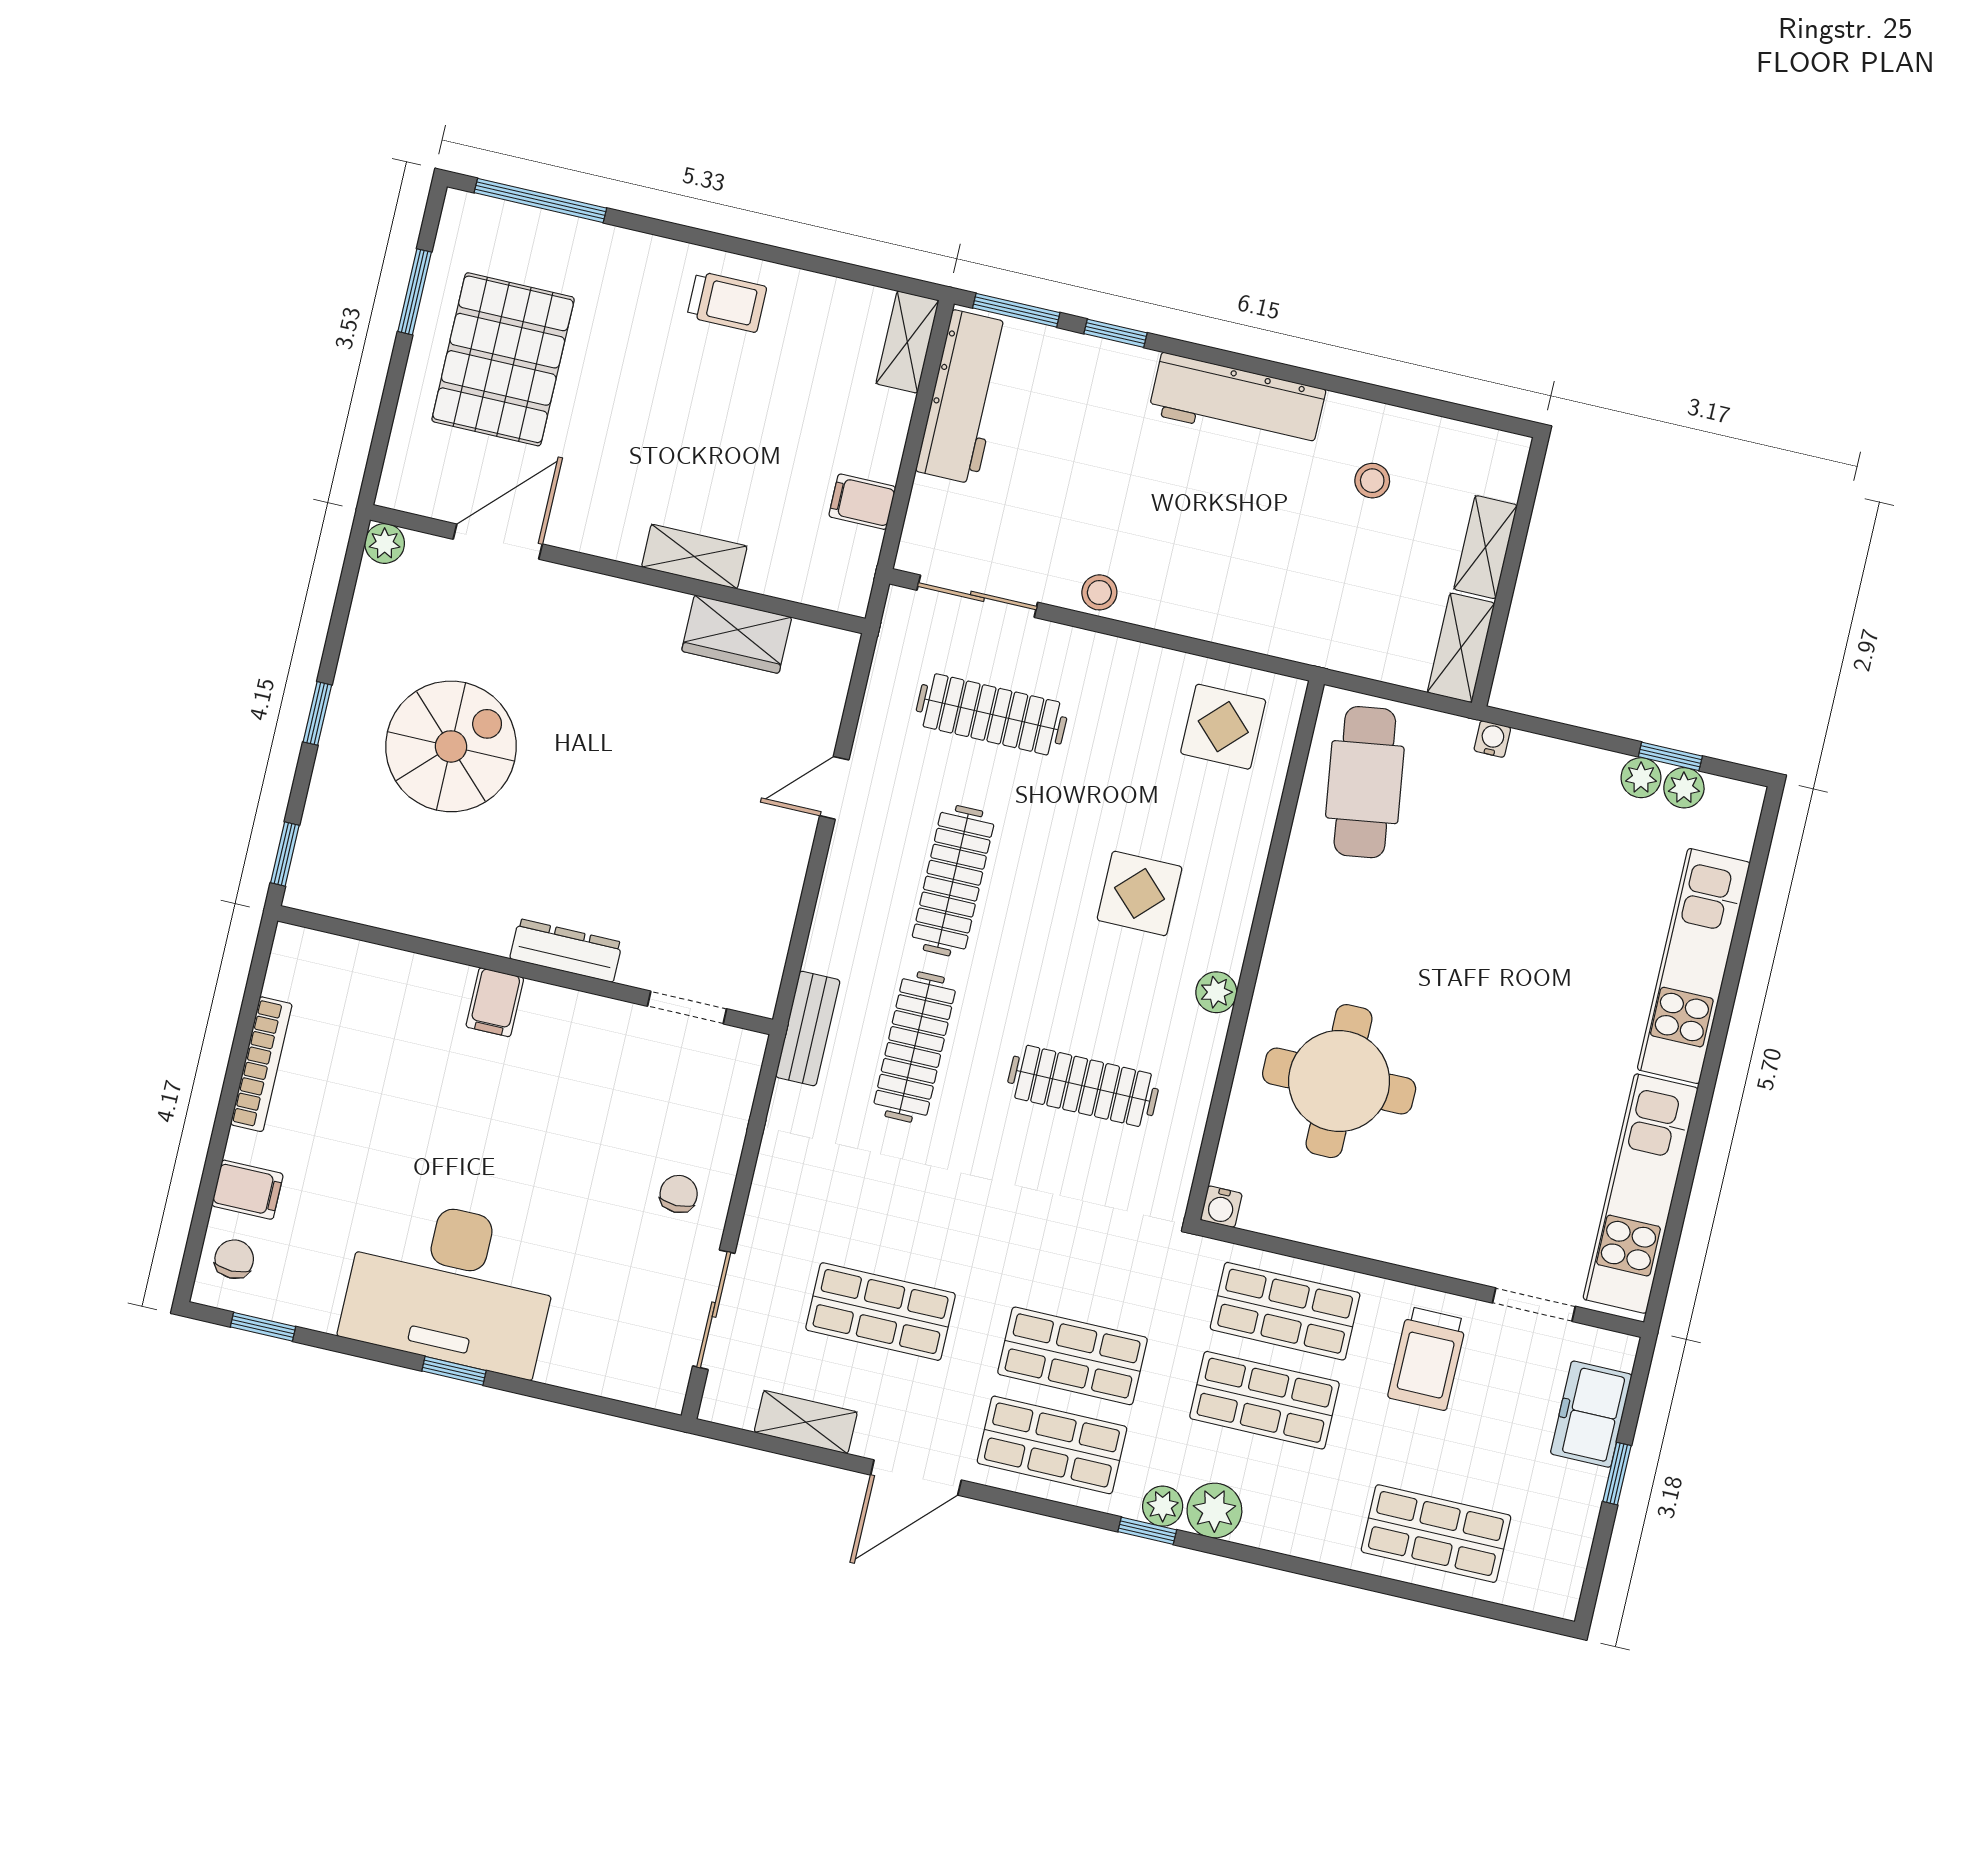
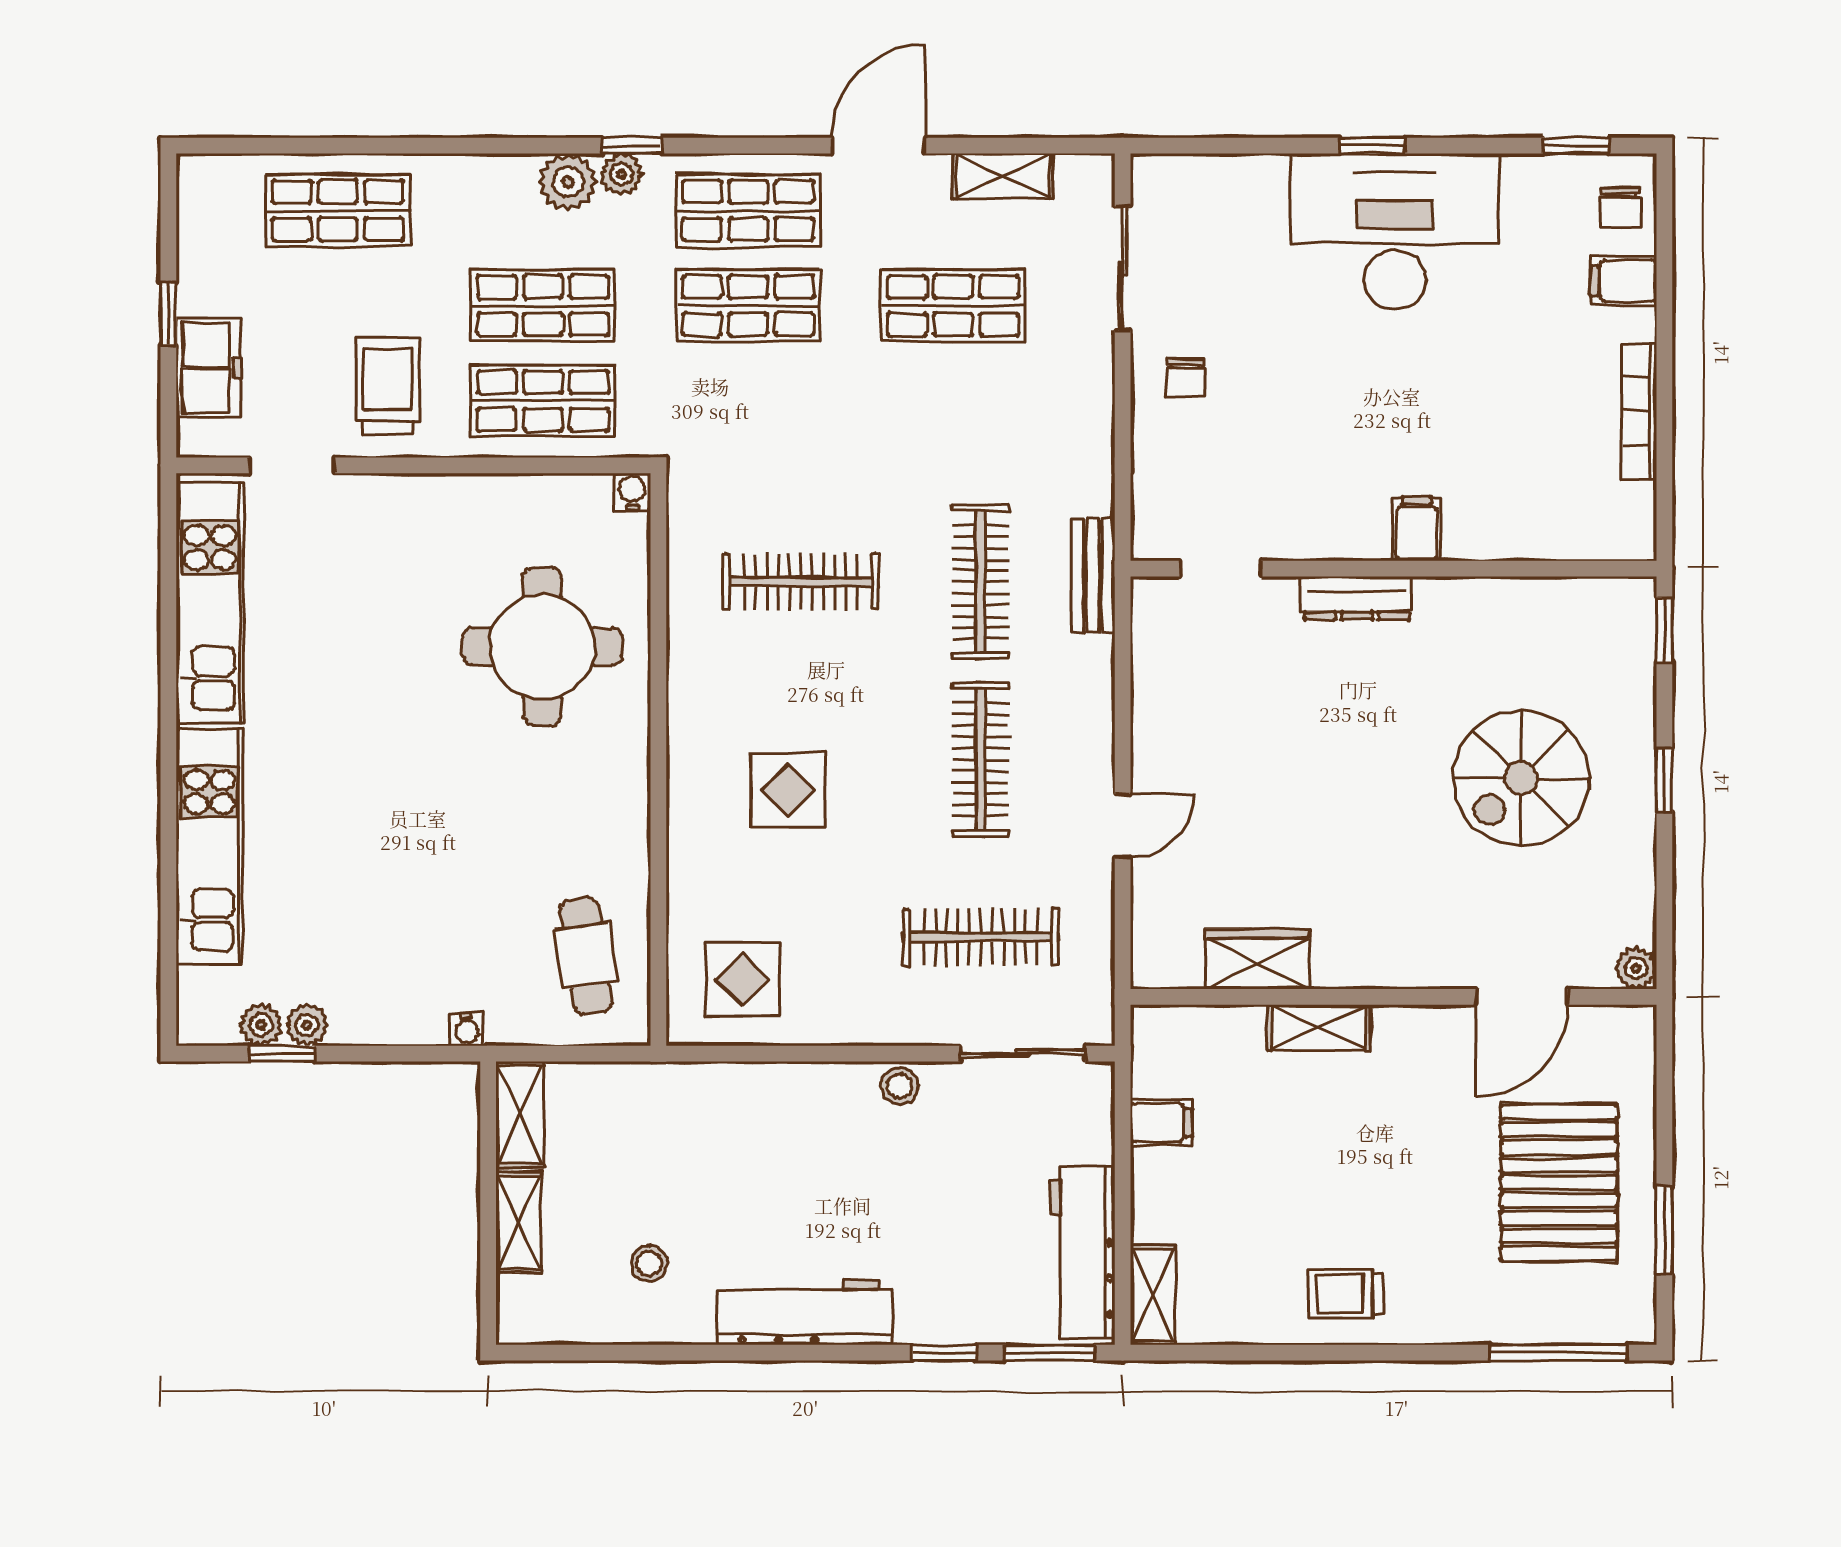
cafe table: (1365, 782) -> (586, 956), width x0.73, depth x0.74
plant: (1216, 992) -> (687, 708), removed

